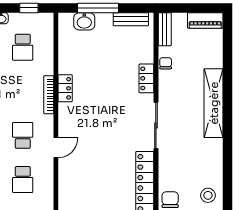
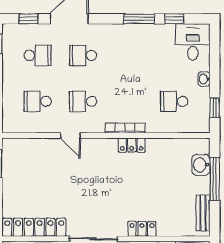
school desk: (23, 135) -> (83, 101), turned 180

